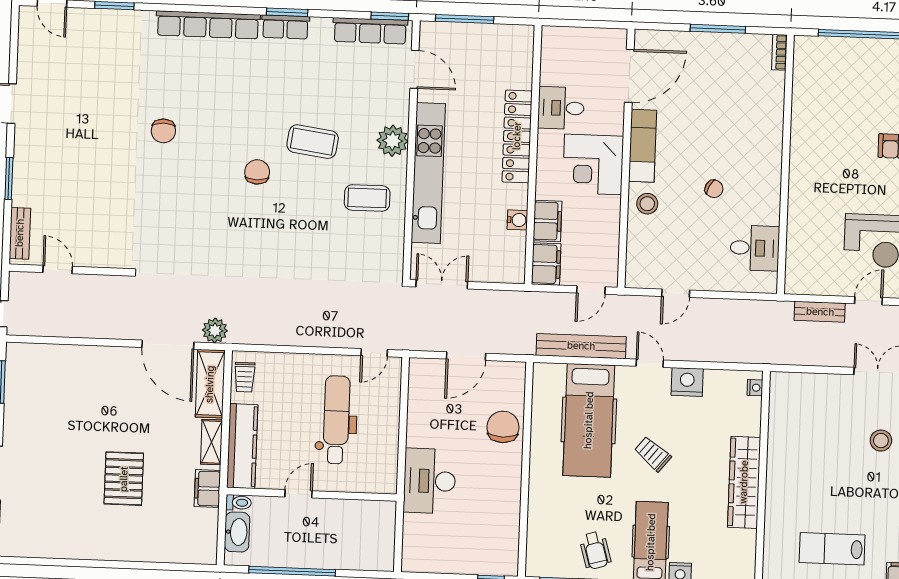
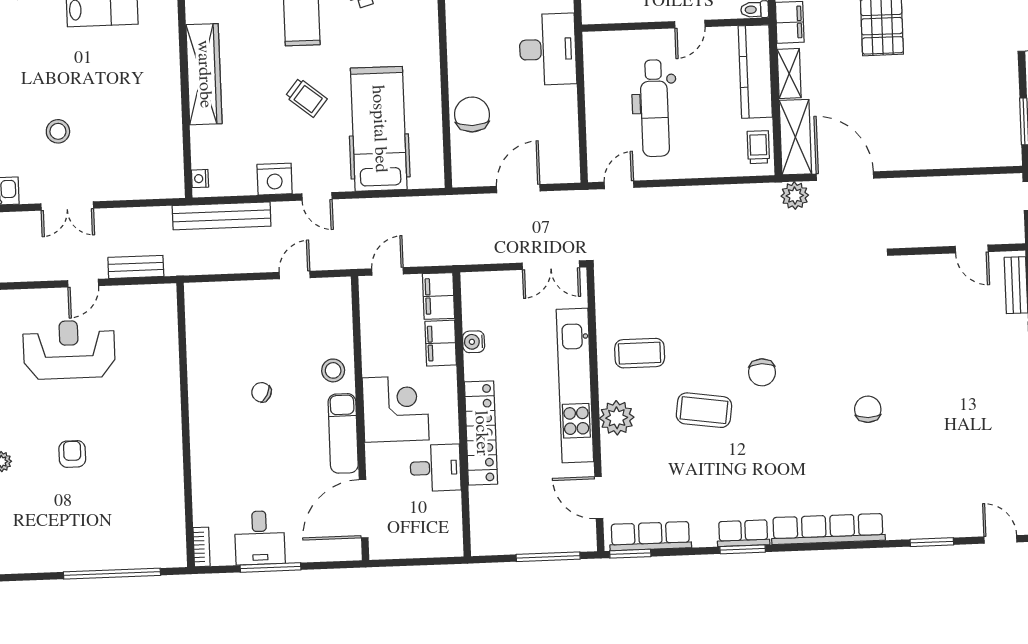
desk: (755, 248) -> (260, 538), moved, turned -90
bench: (581, 346) -> (222, 216), moved
chair: (503, 427) -> (472, 114), turned 180

